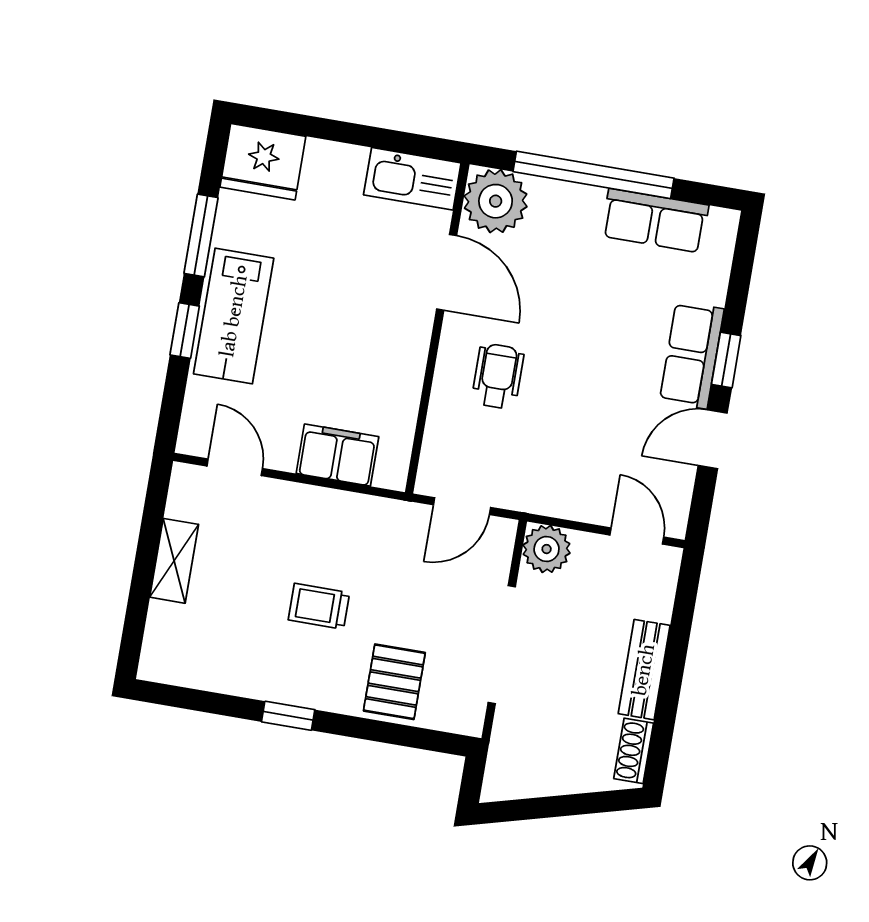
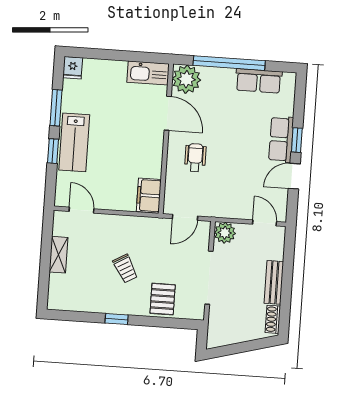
fridge: (263, 162) -> (73, 68), width x0.53, depth x0.75
filing cabinet: (337, 455) -> (149, 196), moved, turned -90
trolley: (319, 606) -> (125, 269), turned -120

